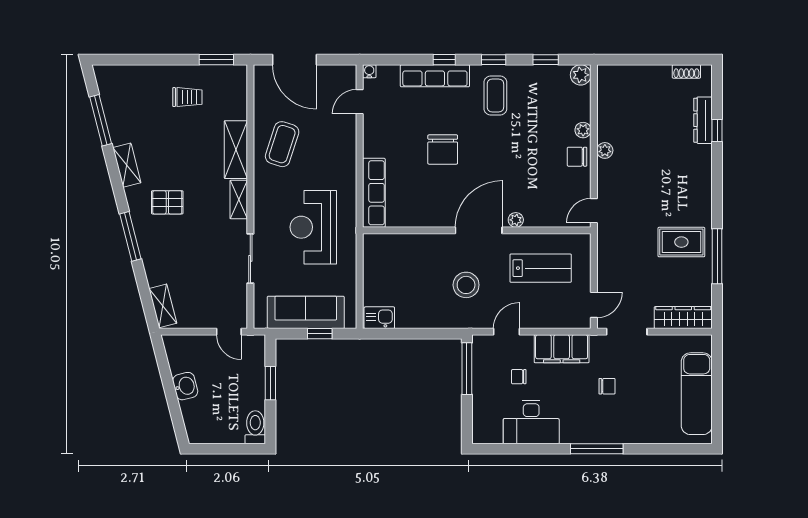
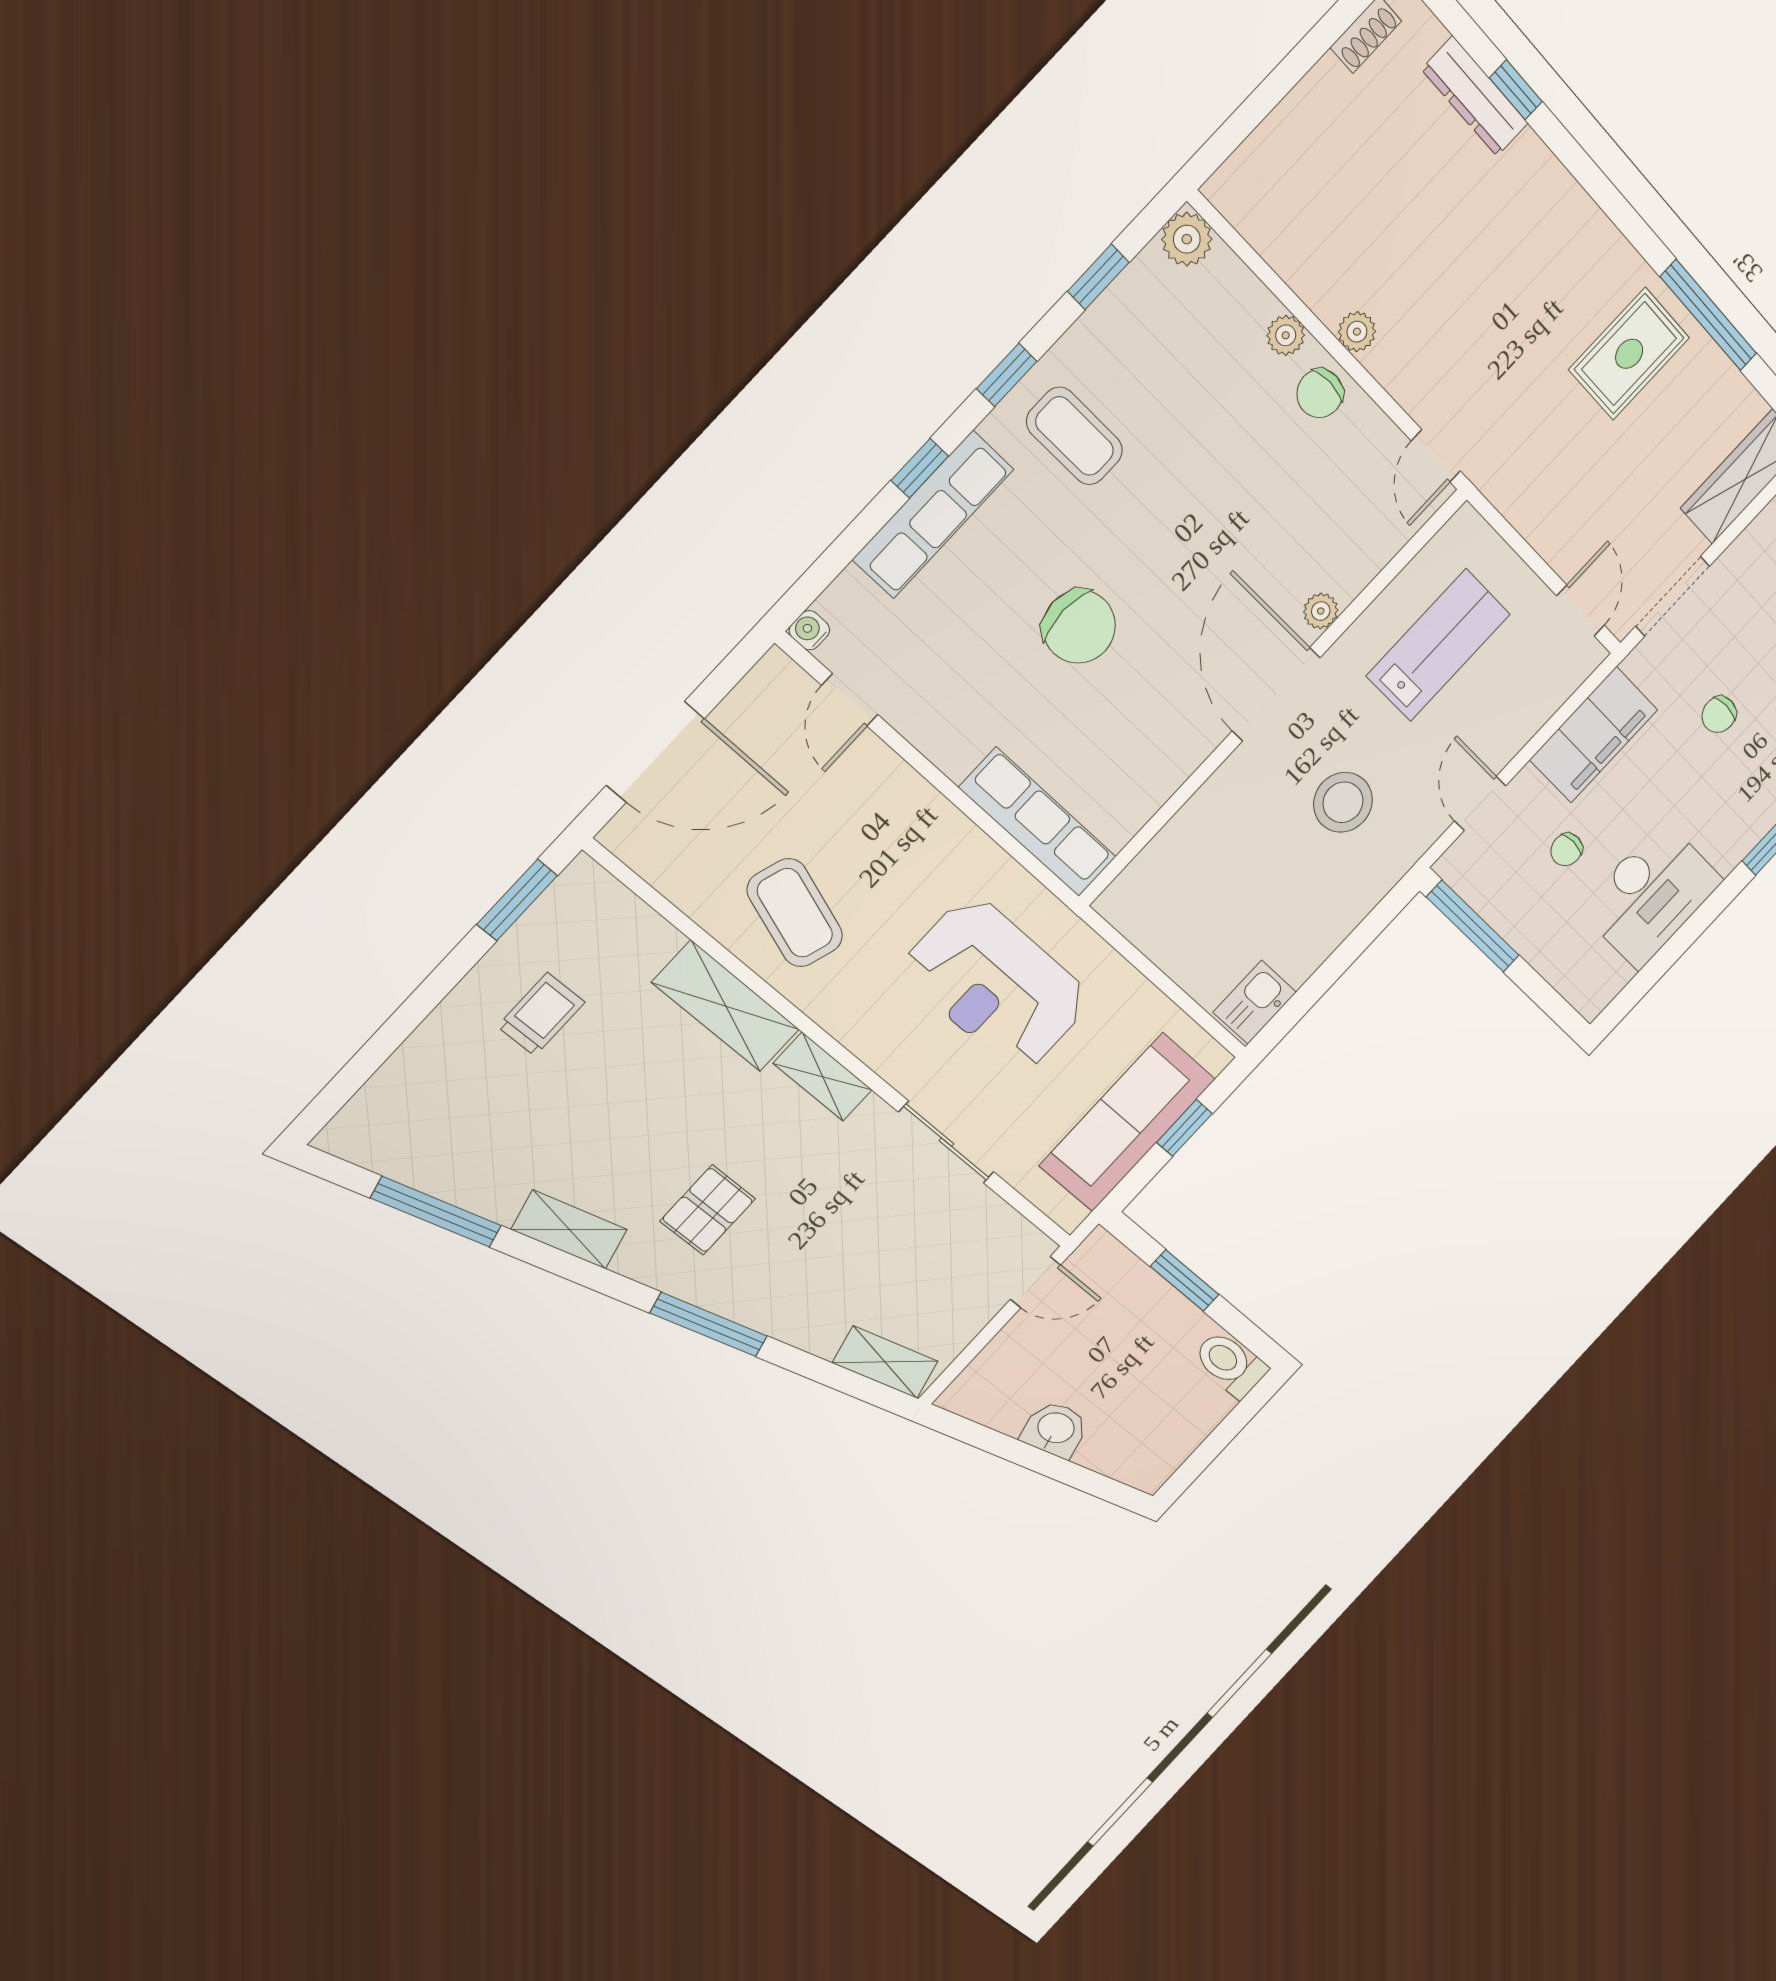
chair: (607, 386) -> (1719, 714), turned 180

